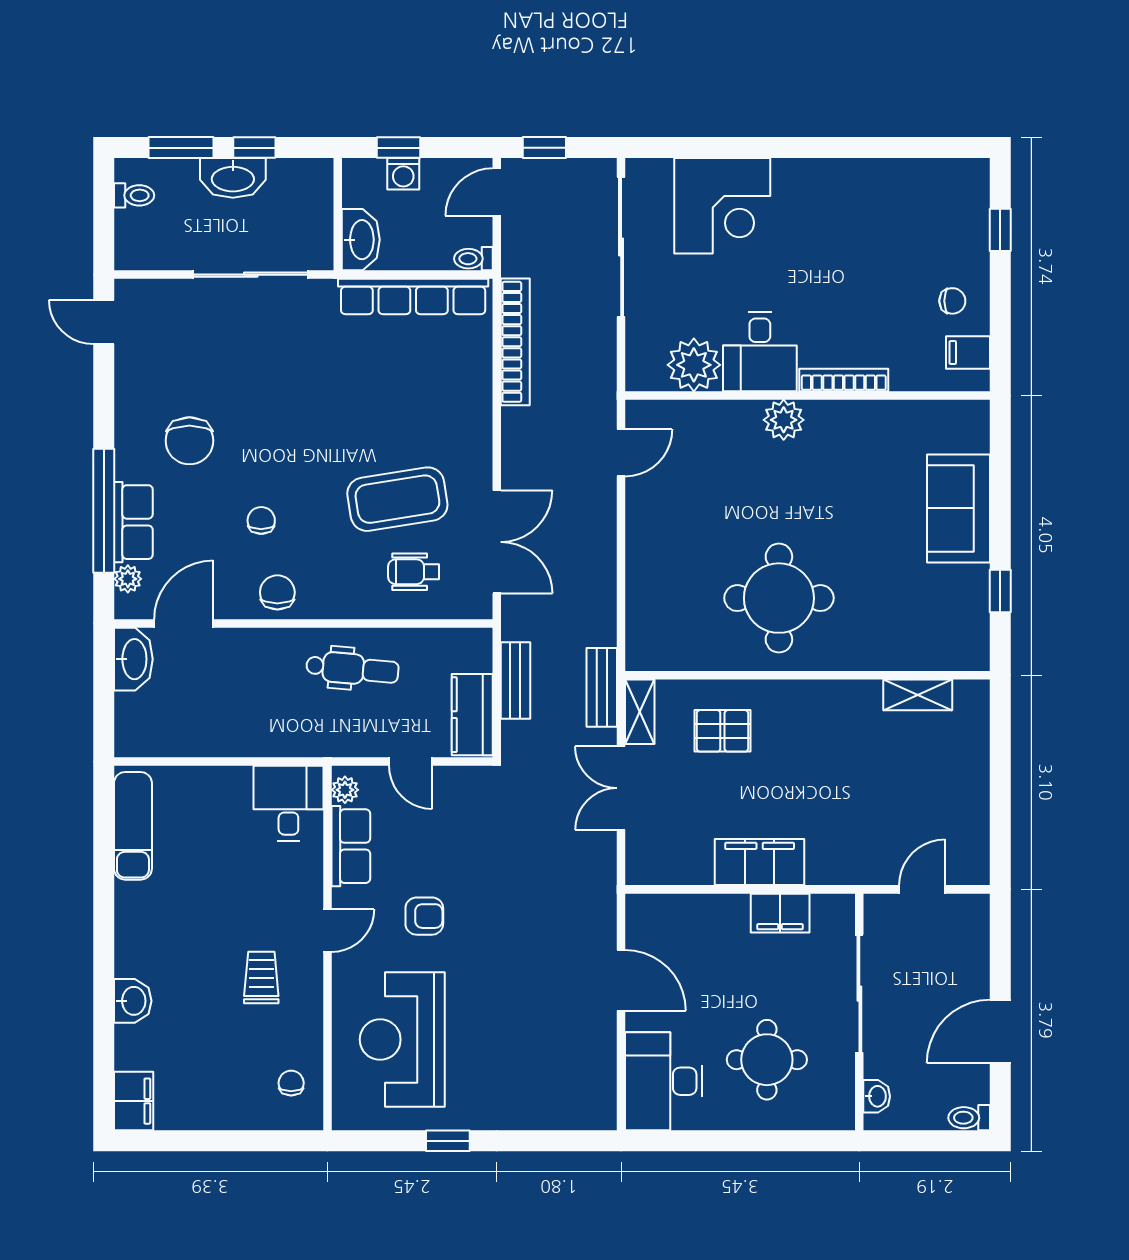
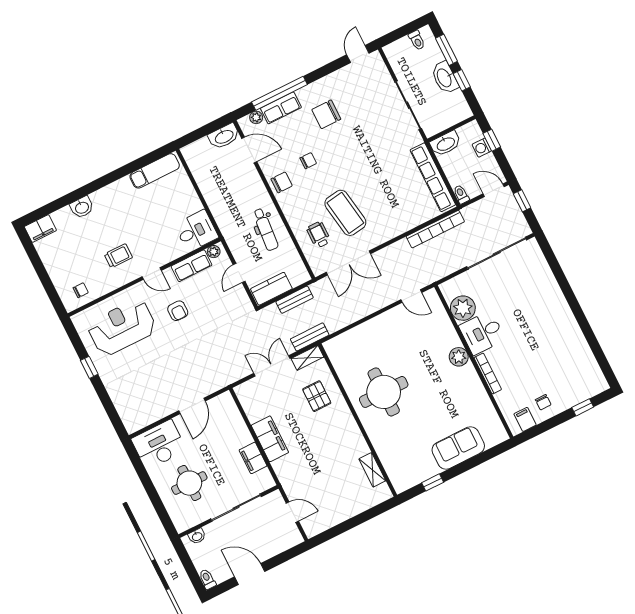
corner desk: (722, 206) -> (535, 287), removed

